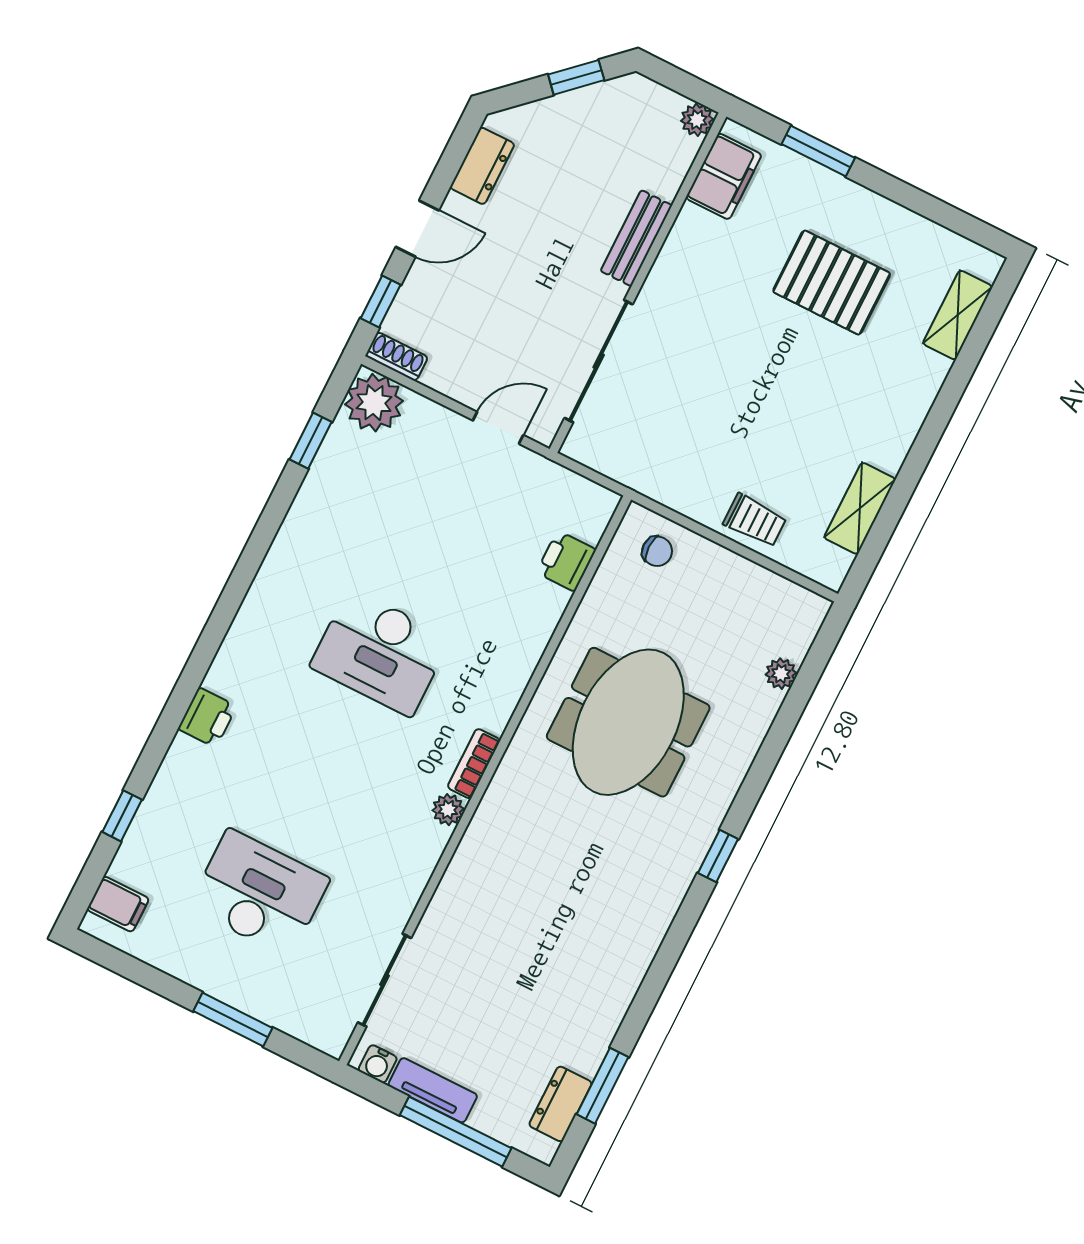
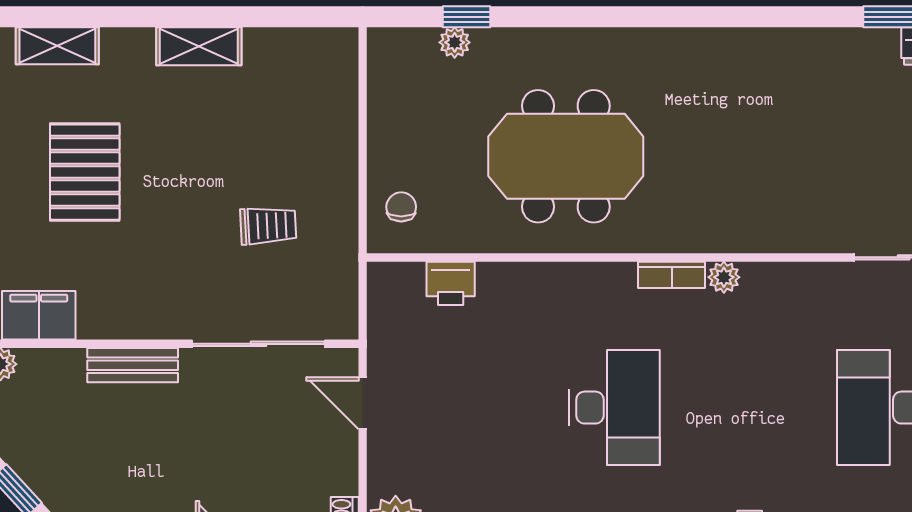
shelving: (860, 508) -> (199, 46), moved
trolley: (755, 520) -> (268, 226), moved, turned 87
window: (718, 856) -> (466, 17), moved

